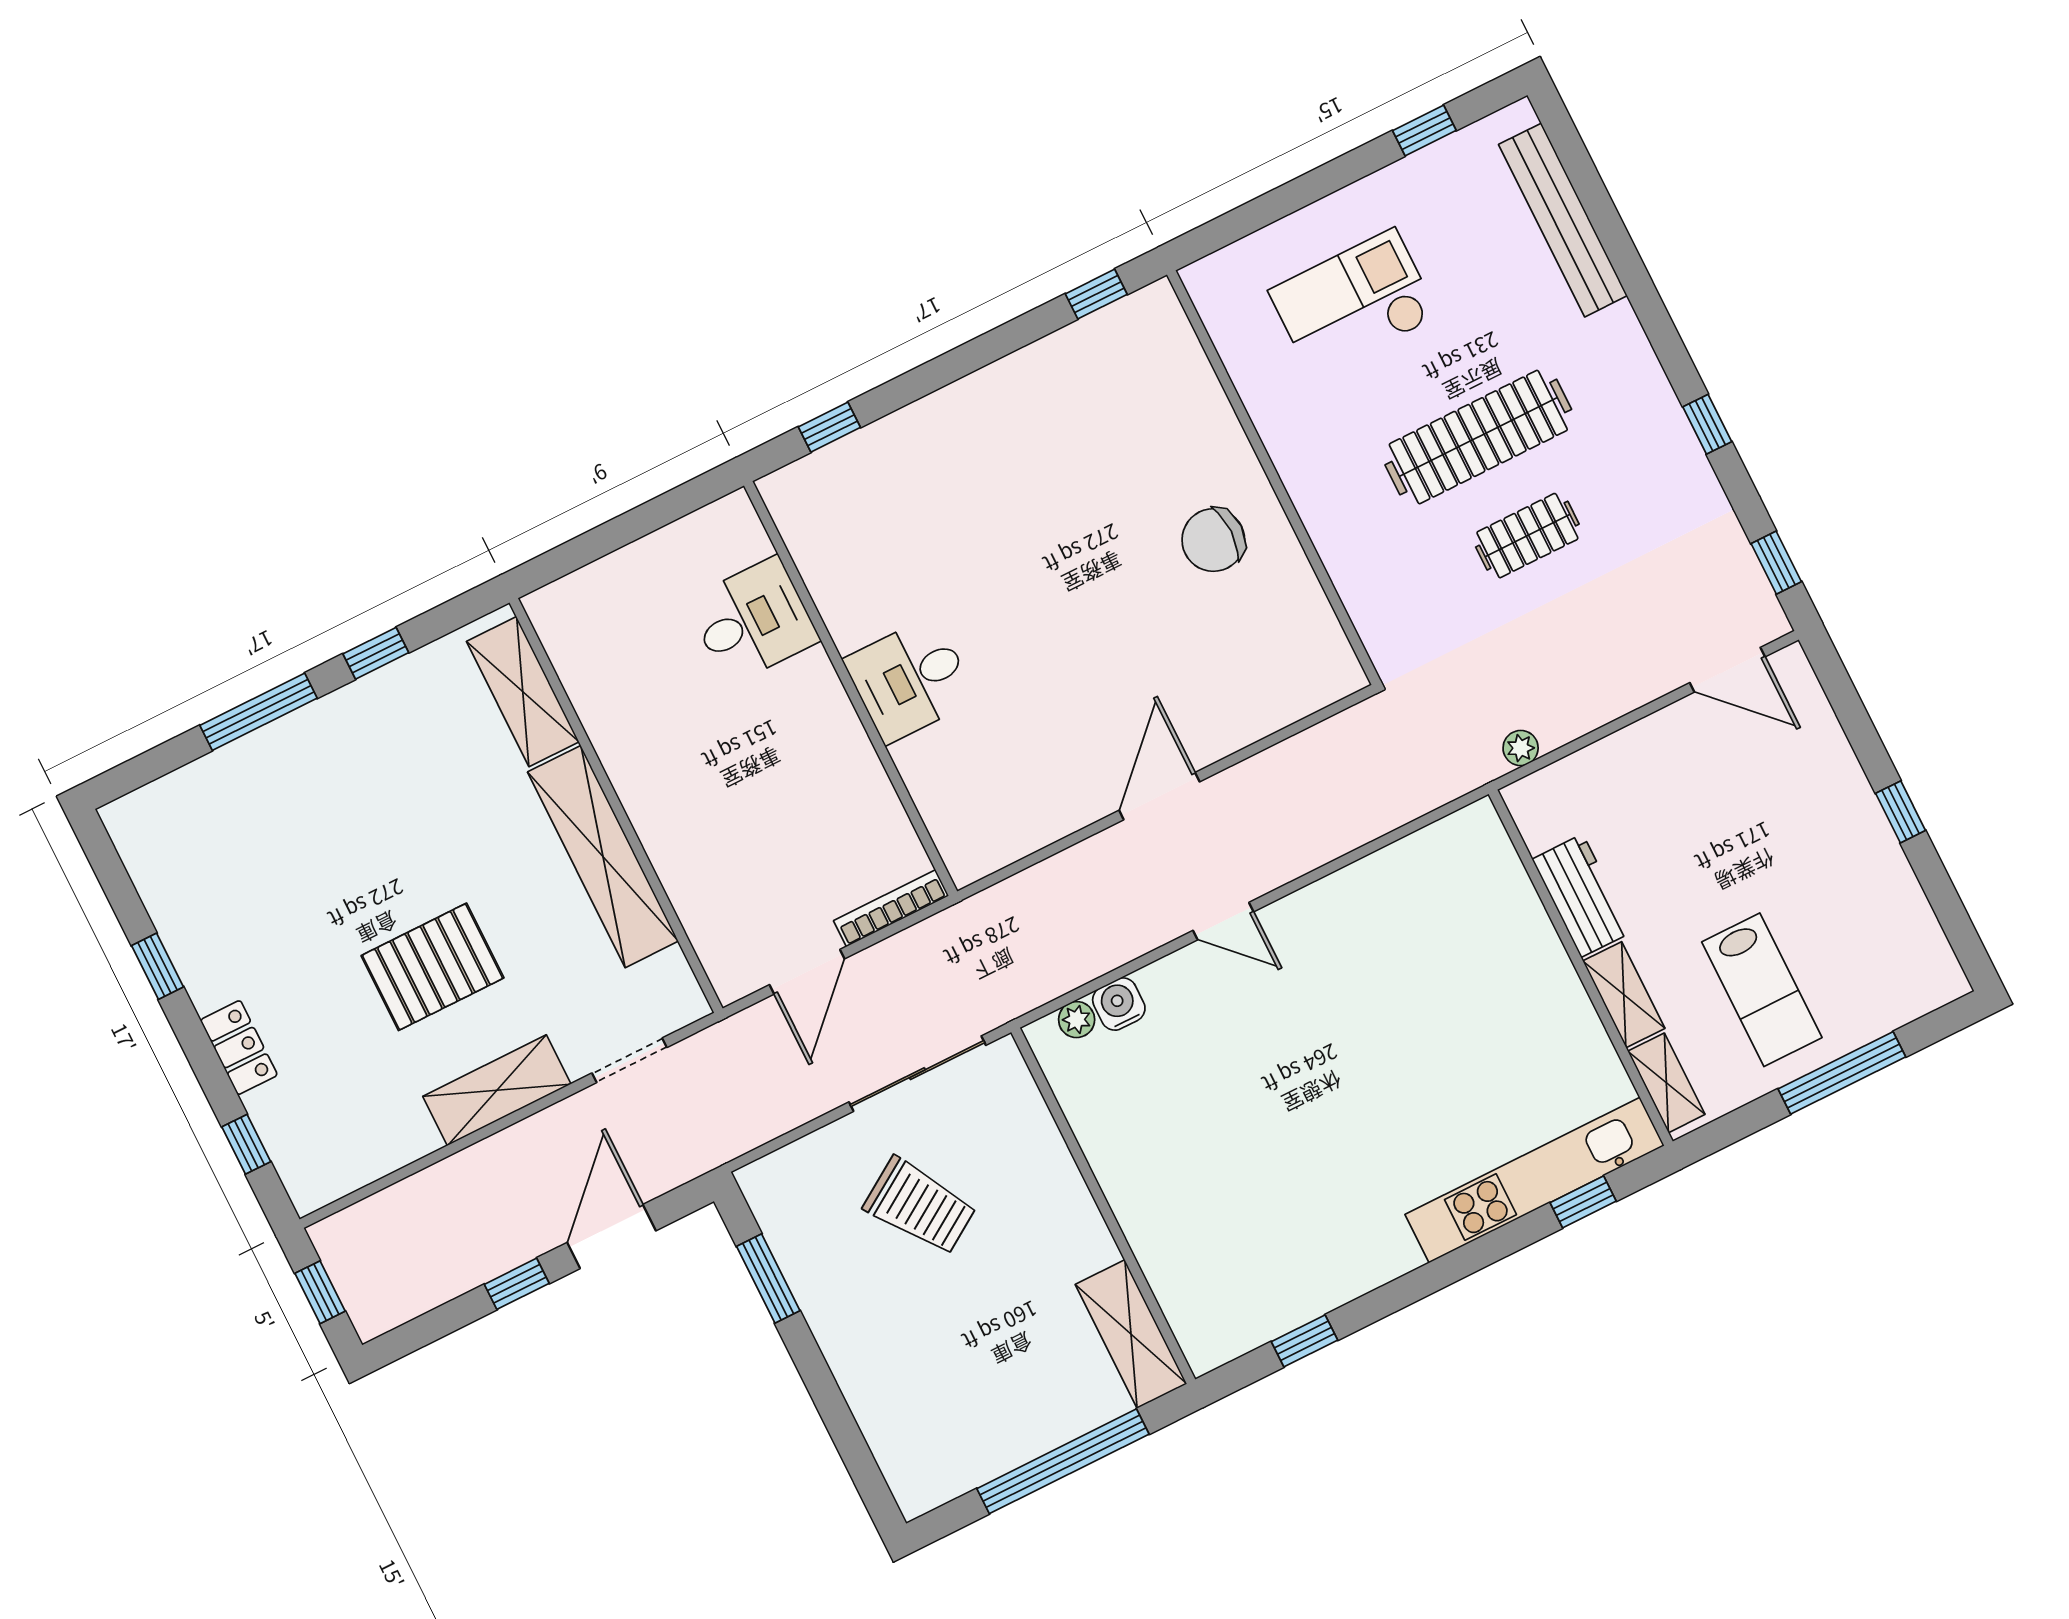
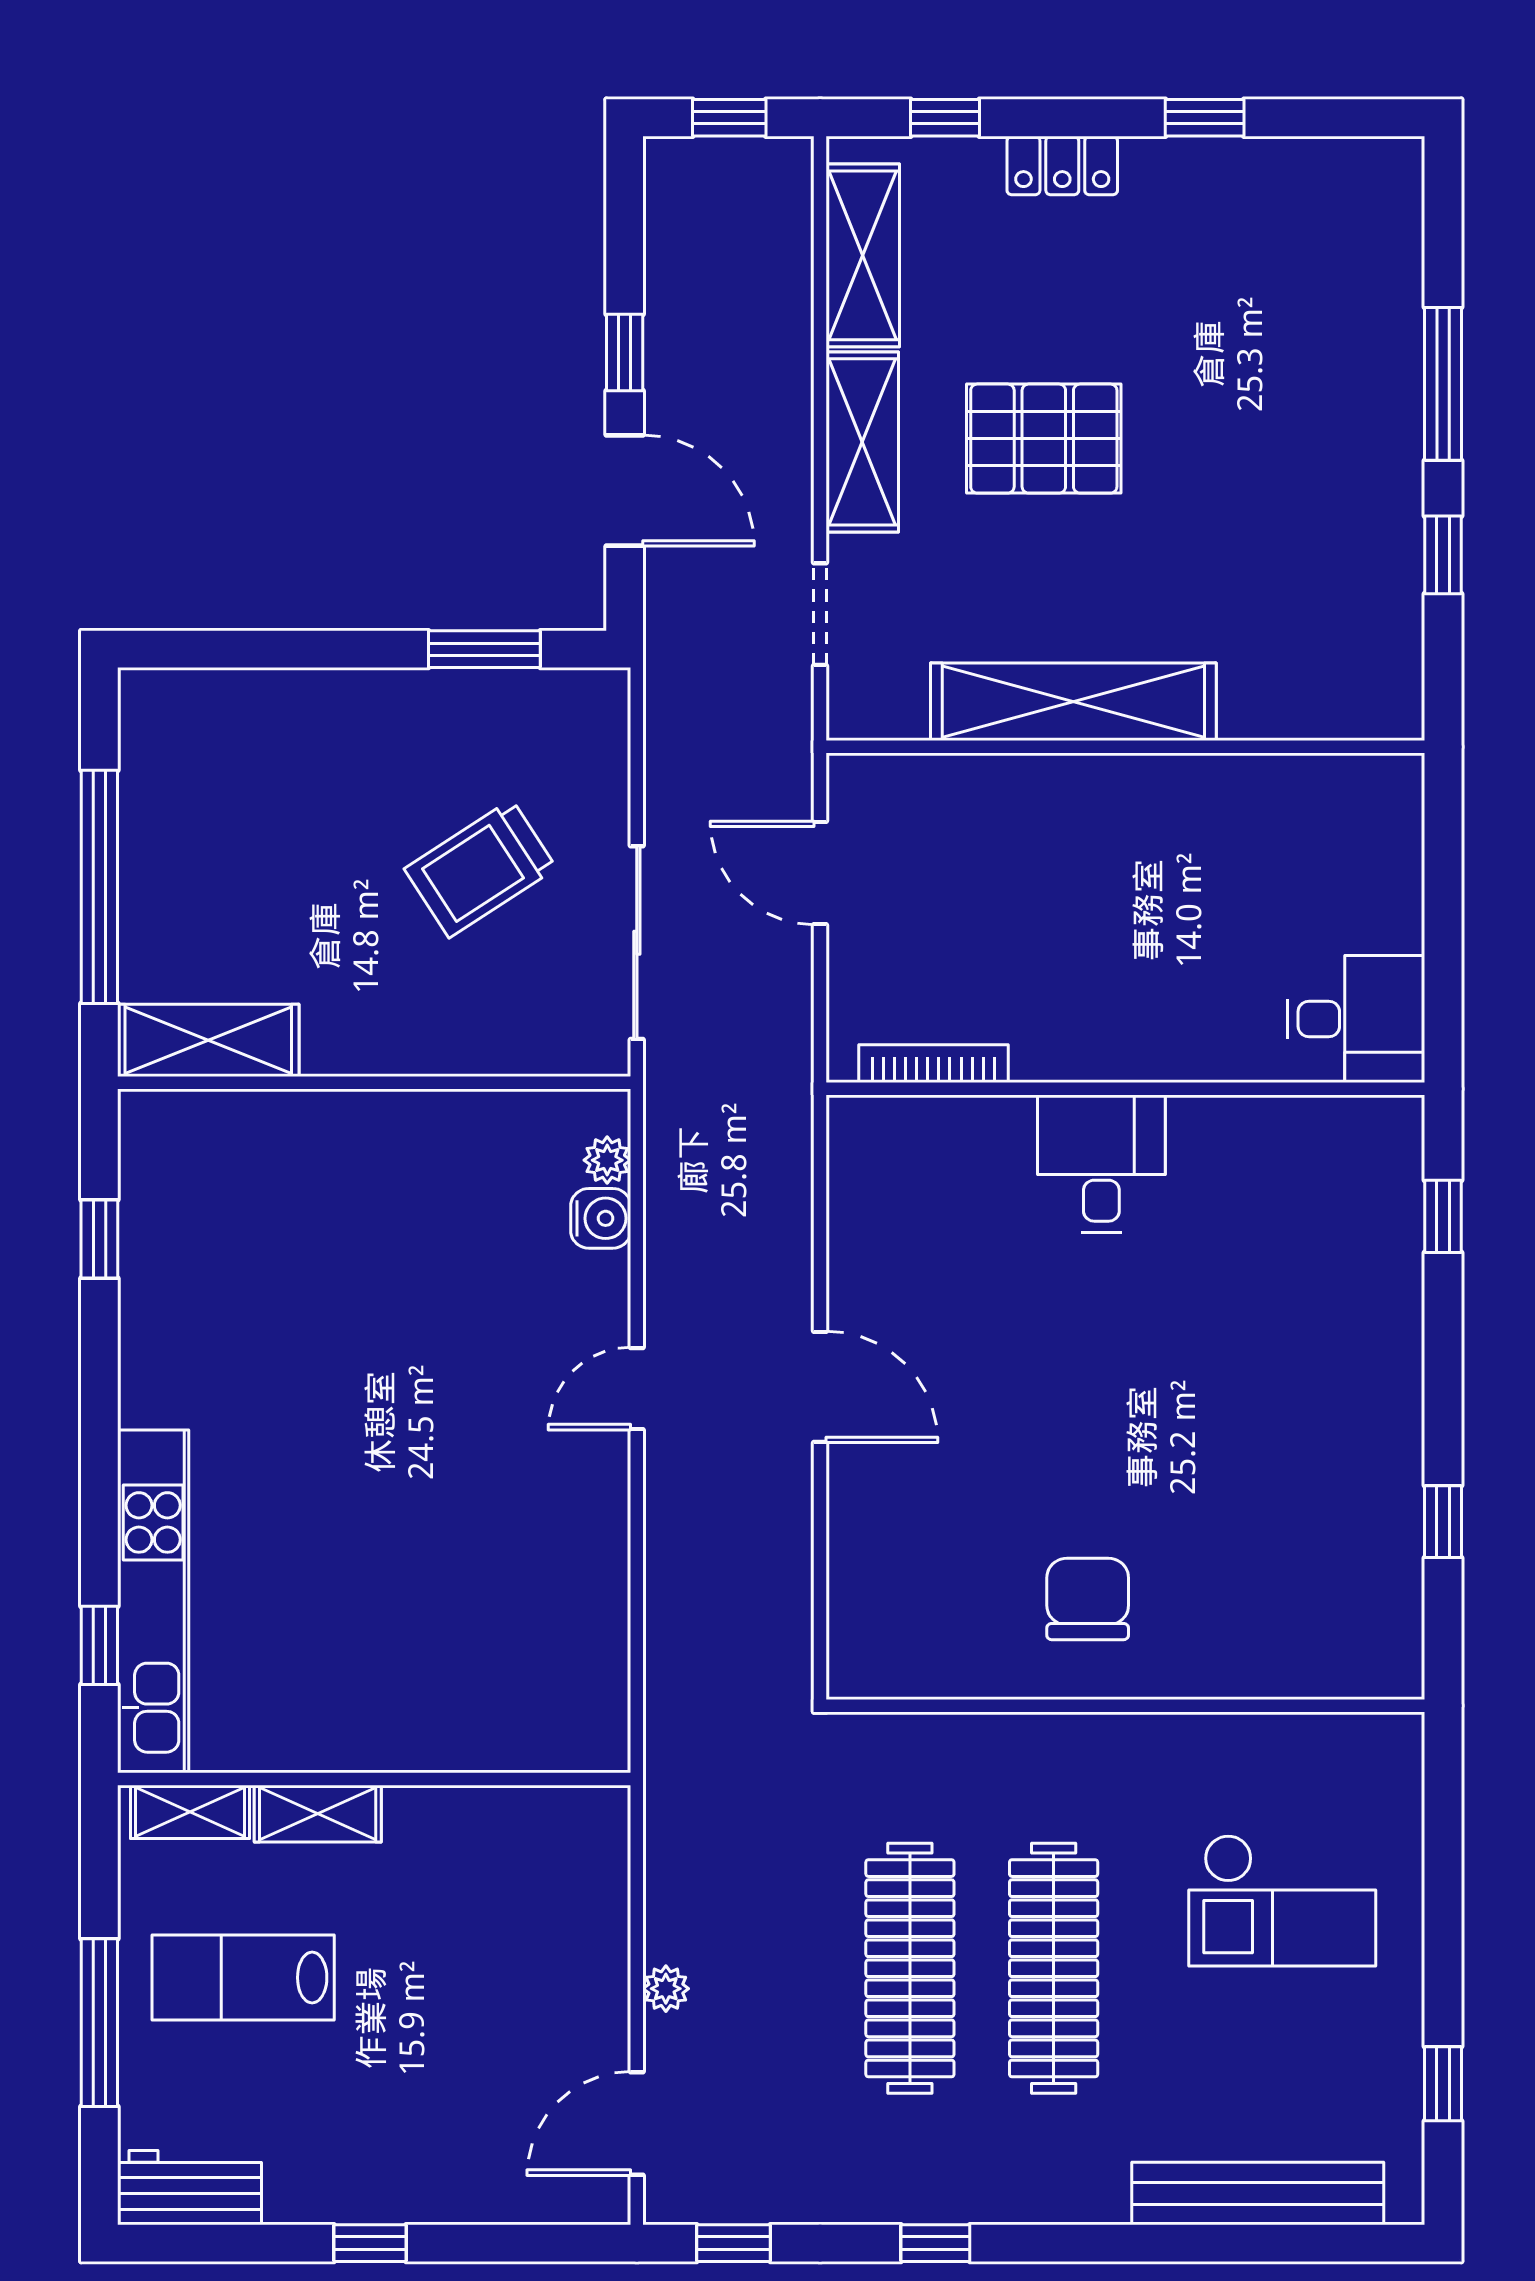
window: (1096, 294) -> (1443, 1522), moved
checkout: (1354, 303) -> (1282, 1900), turned 90
clothes rail: (1527, 536) -> (910, 1968), width x1.86, depth x1.31
desk: (753, 621) -> (1356, 1019), moved, turned -90
shelving: (523, 692) -> (863, 255), moved, turned 90
plant: (1521, 748) -> (666, 1989), moved
workbench: (1582, 896) -> (190, 2188), moved, turned 180
bookcase: (891, 908) -> (933, 1064), moved, turned -90
pallet: (433, 967) -> (1044, 439), turned 90

